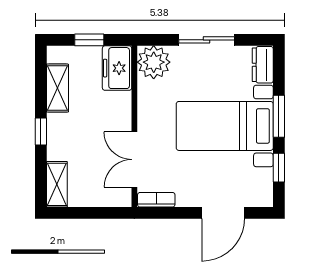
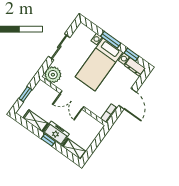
dresser: (263, 65) -> (135, 67), moved
freezer: (117, 68) -> (56, 133), moved, turned 180
double door: (134, 160) -> (72, 100), moved
door: (223, 213) -> (128, 99), moved

